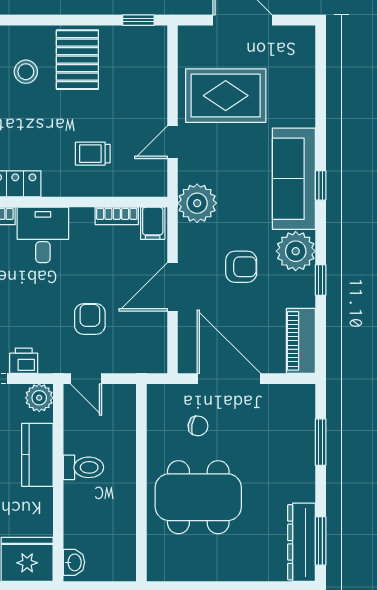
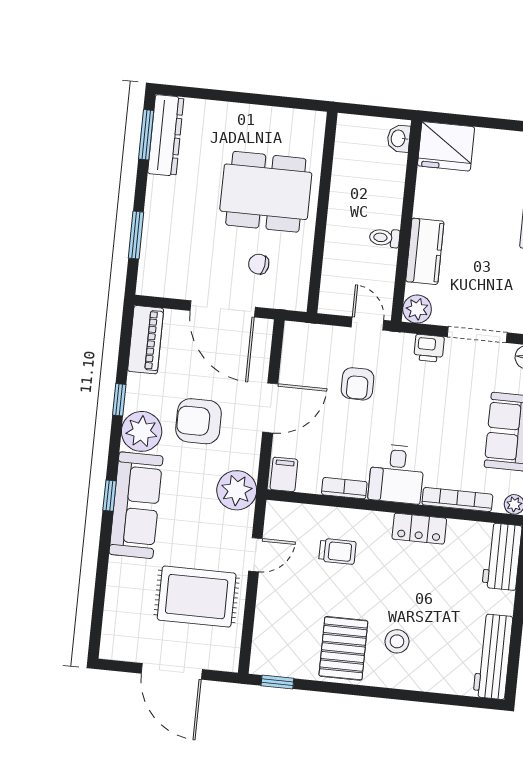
bookcase: (117, 216) -> (344, 488), moved
armchair: (241, 267) -> (199, 421), width x1.38, depth x1.38
toilet: (84, 467) -> (385, 238), width x0.73, depth x0.72

